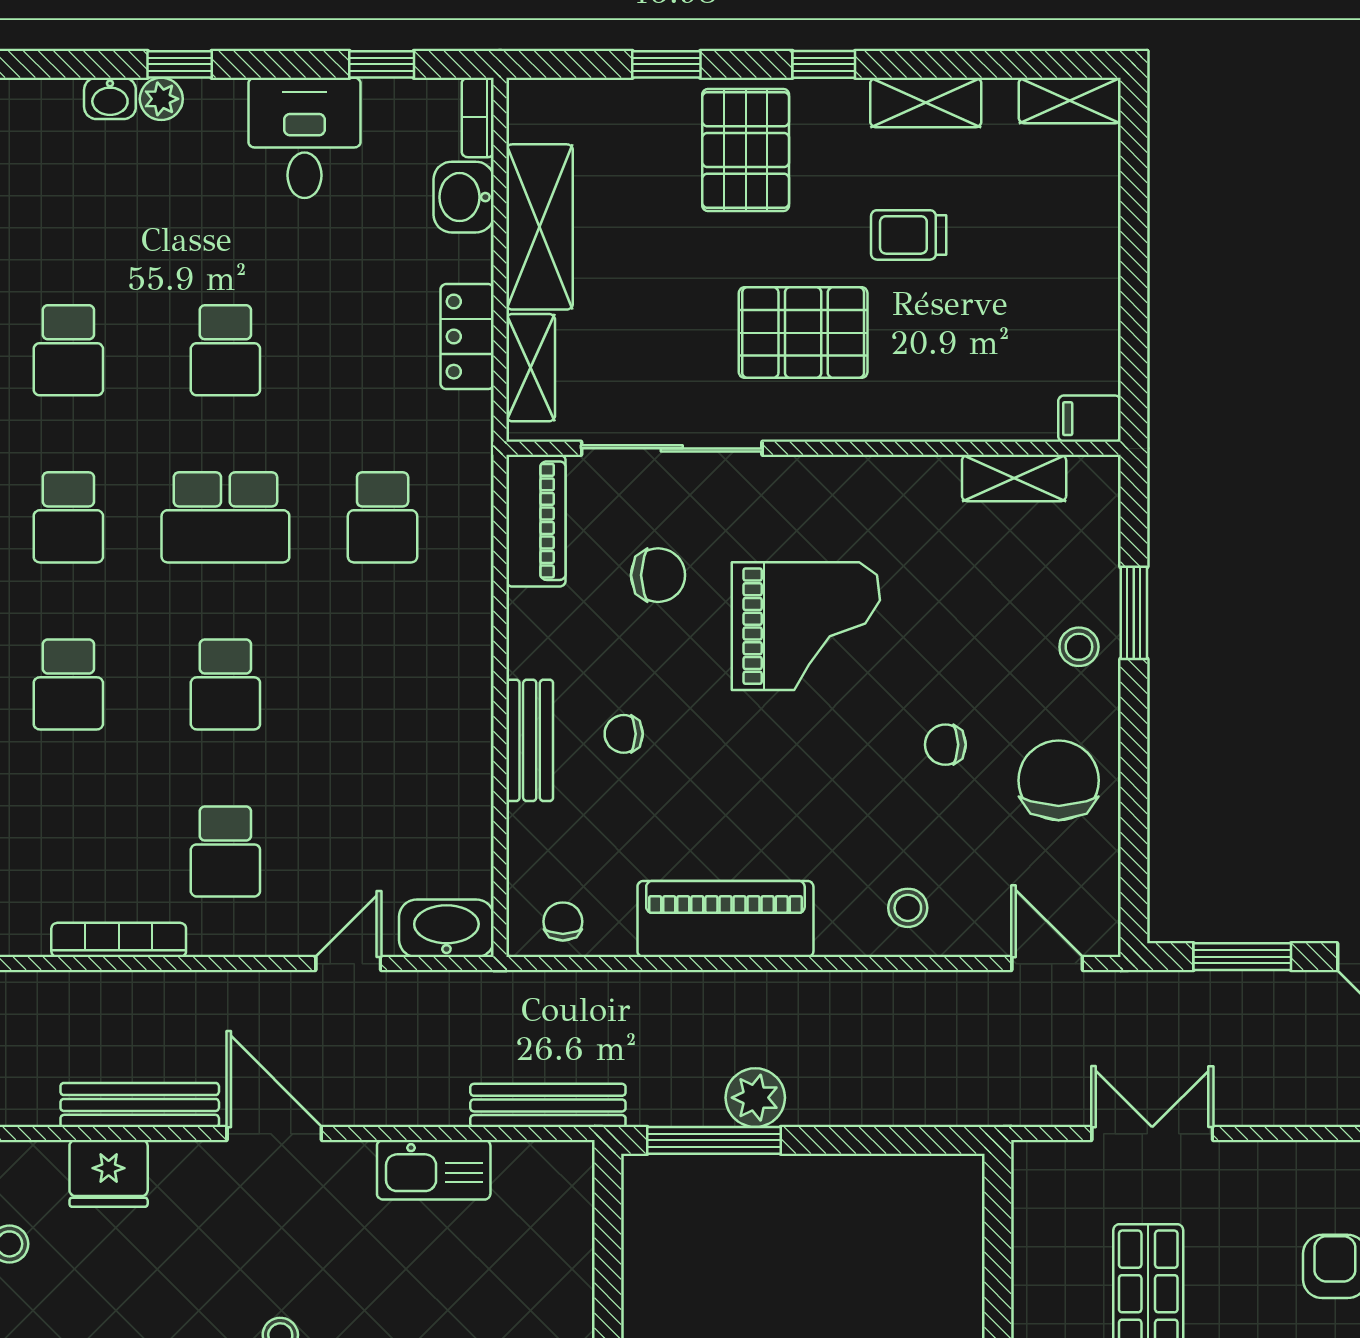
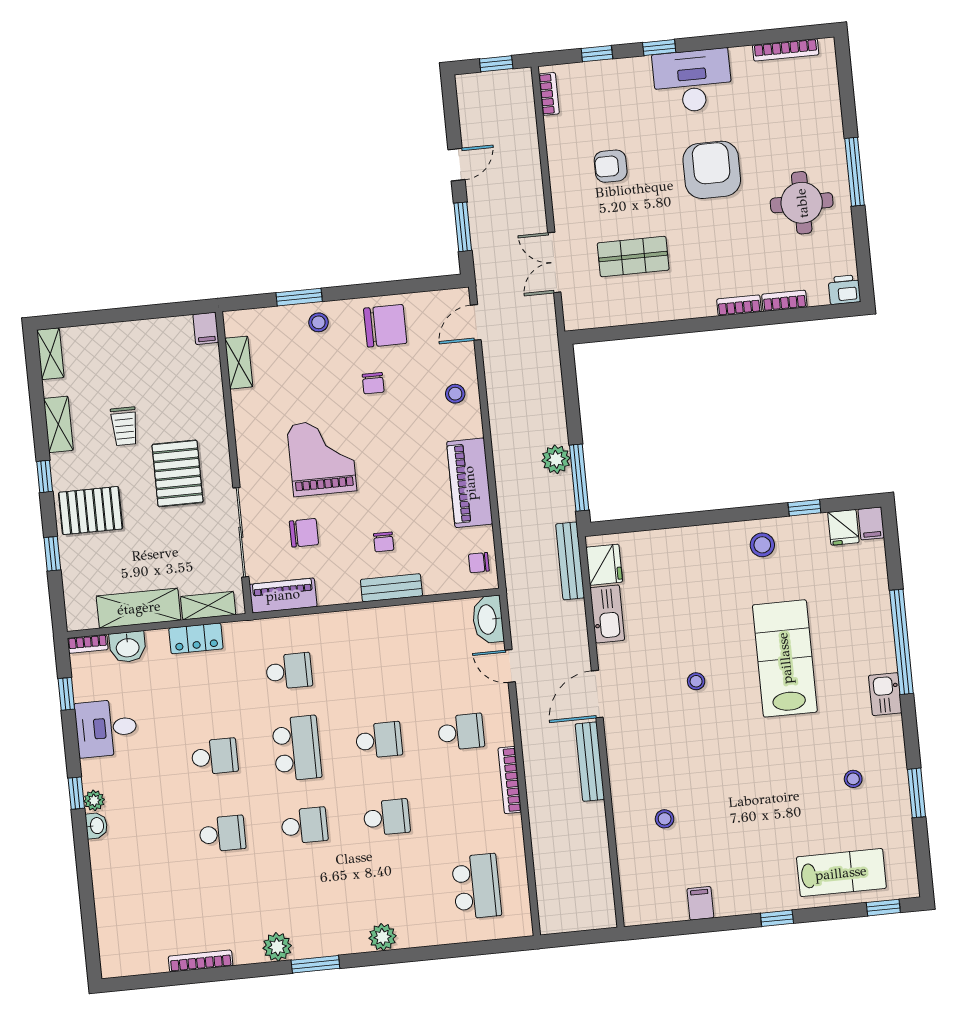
chair: (658, 575) -> (304, 533), turned 90
chair: (1059, 780) -> (385, 326), turned 180
fridge: (109, 1173) -> (604, 565), moved

